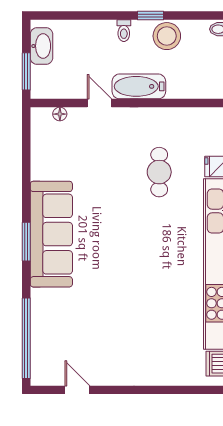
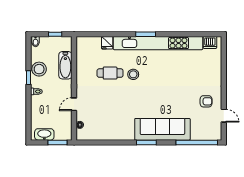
bathtub: (139, 86) -> (65, 65), moved
stool: (157, 216) -> (133, 74), added
sofa: (51, 234) -> (162, 129), moved
armchair: (105, 356) -> (206, 101), added
door: (77, 390) -> (224, 116), swing flipped

